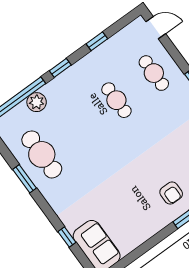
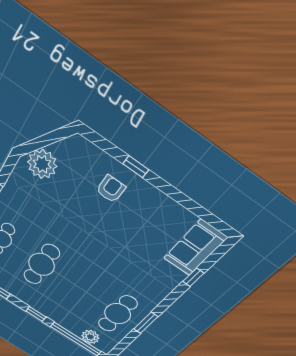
cafe table: (116, 100) -> (41, 264), width x1.37, depth x1.35
plant: (37, 102) -> (90, 337), moved

